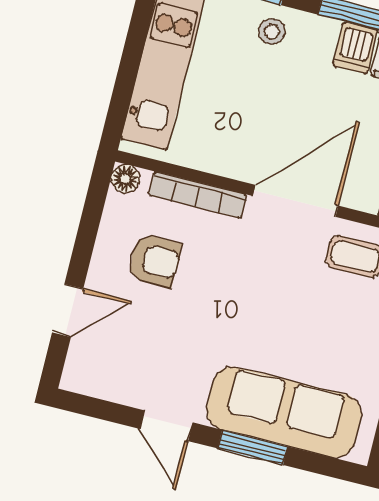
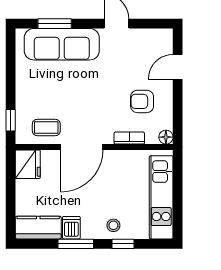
bookcase: (198, 195) -> (129, 138), width x0.64
window: (253, 447) -> (55, 24), moved

